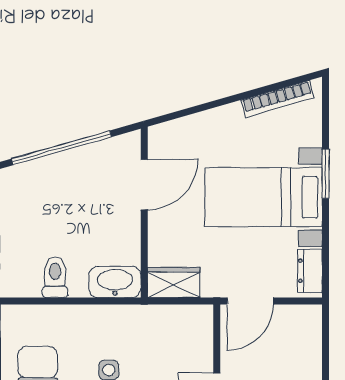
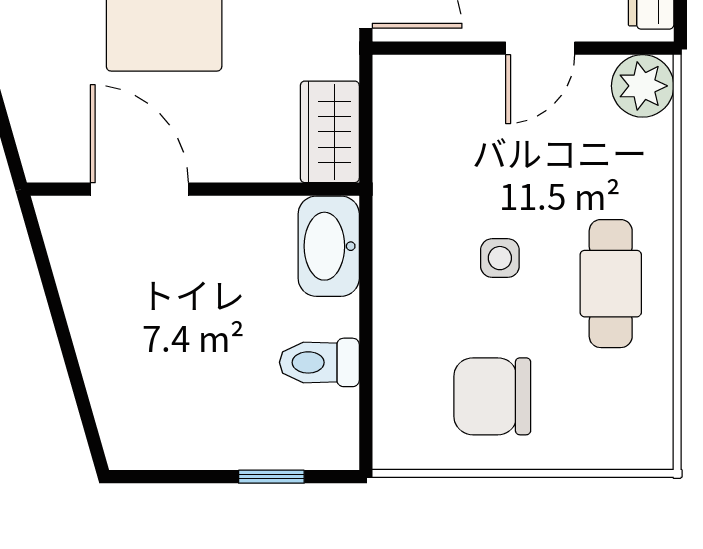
window: (62, 148) -> (68, 350), removed

